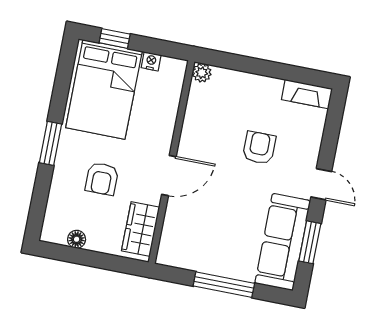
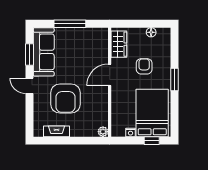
fireplace: (307, 94) -> (56, 131), moved
armchair: (259, 148) -> (66, 98), width x1.88, depth x1.88

